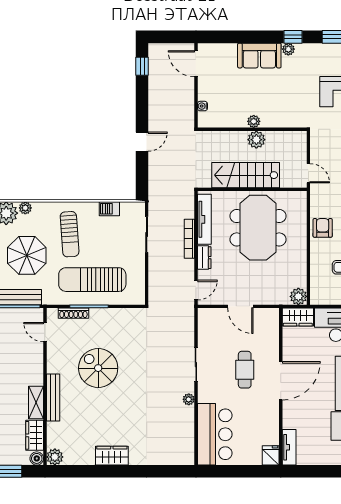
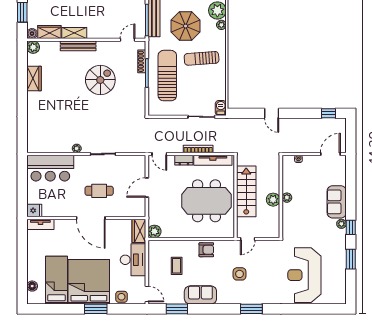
barbecue: (109, 209) -> (221, 108), moved
wardrobe: (112, 456) -> (34, 78), moved

